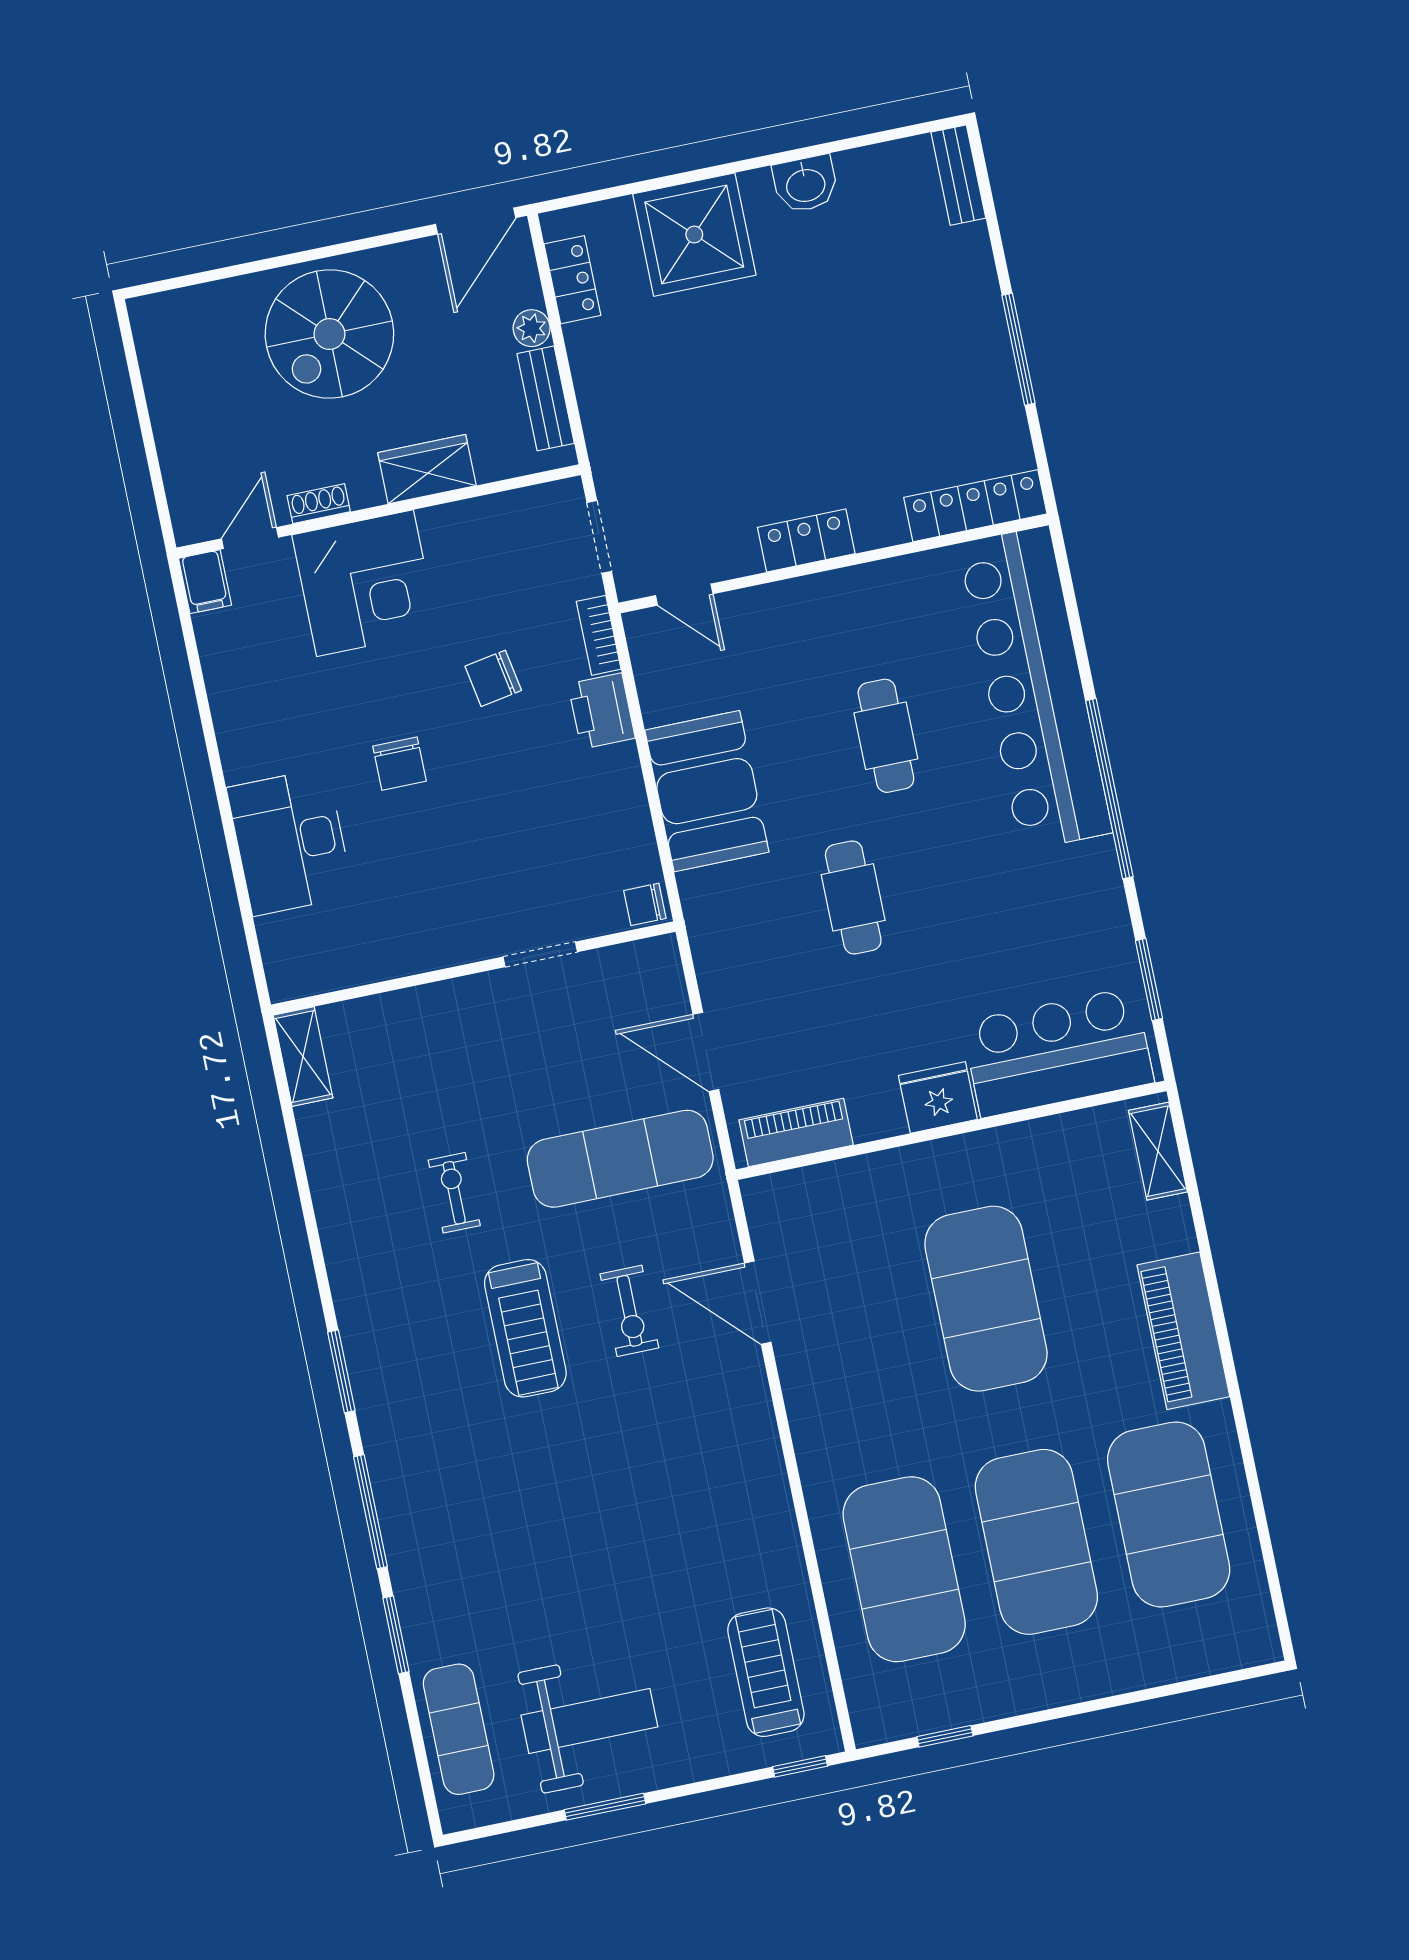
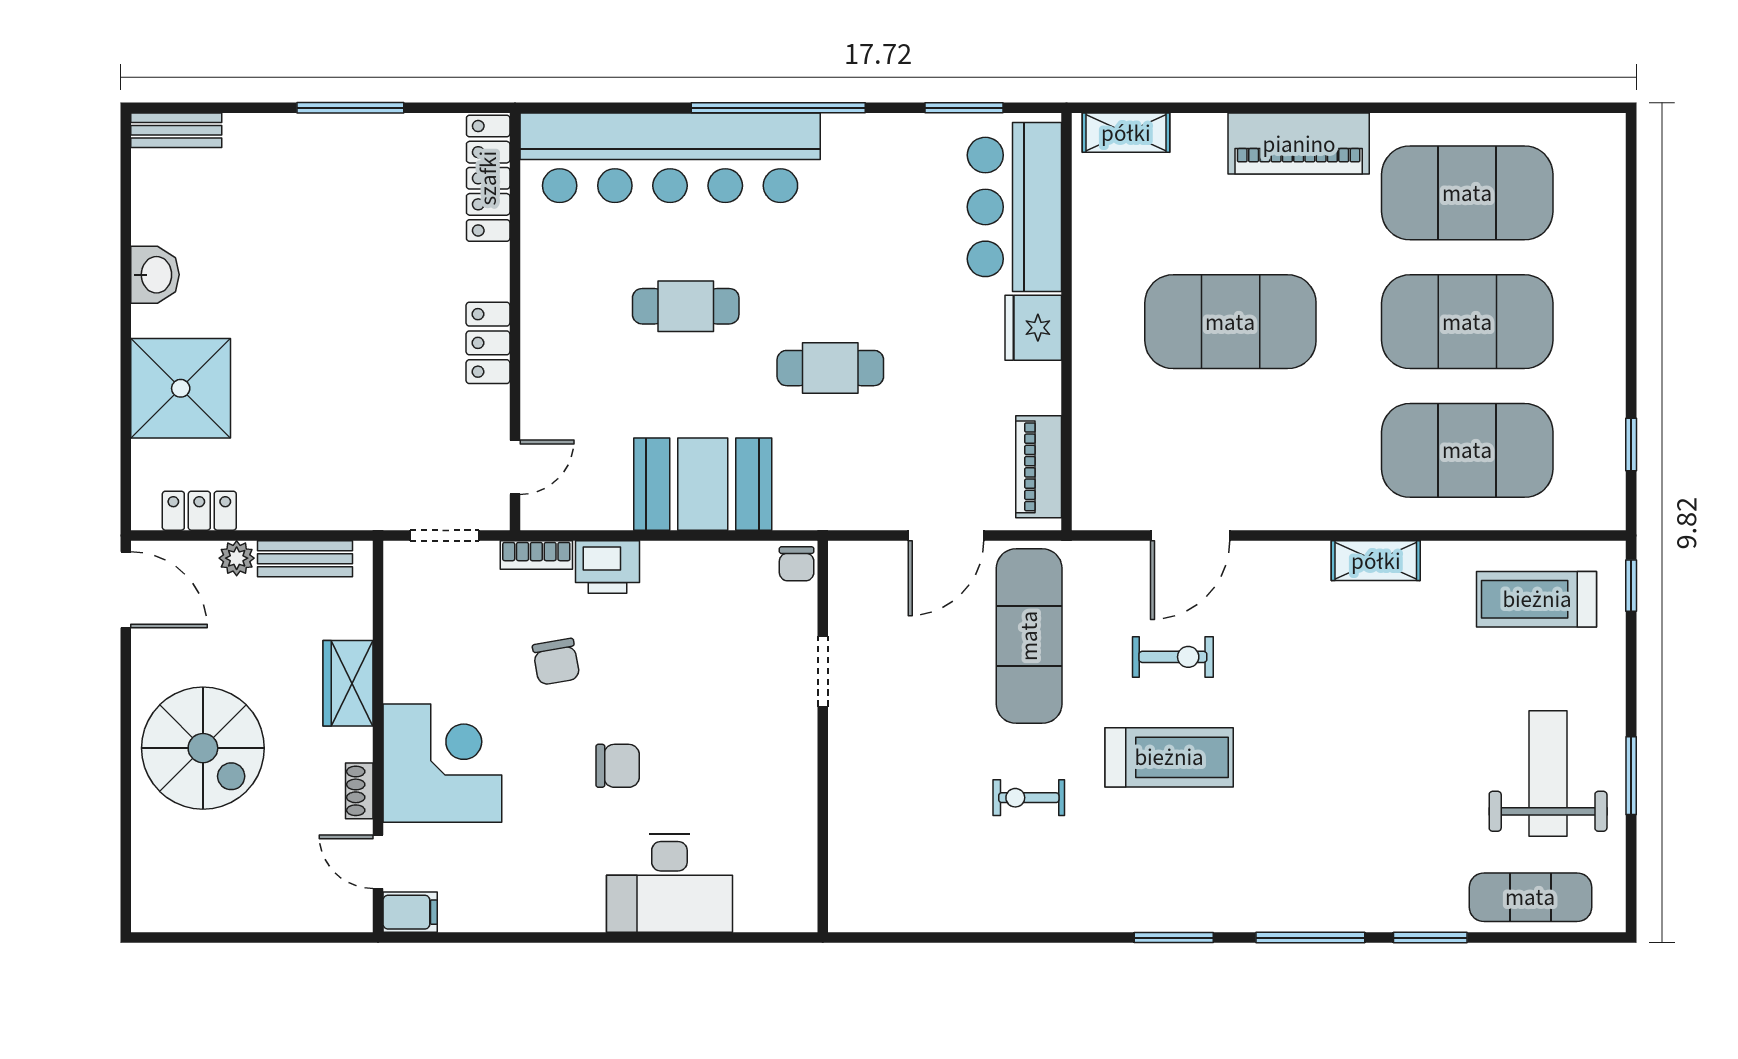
shelving: (303, 1056) -> (1376, 561), moved

